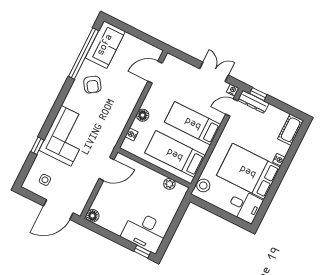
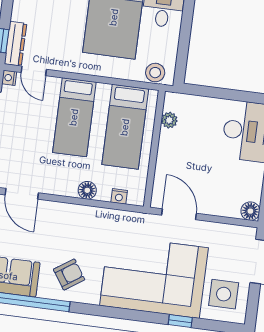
corner sofa: (66, 136) -> (154, 277), width x1.36, depth x1.36
side table: (45, 180) -> (224, 294), width x1.87, depth x1.87

